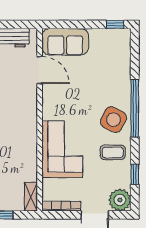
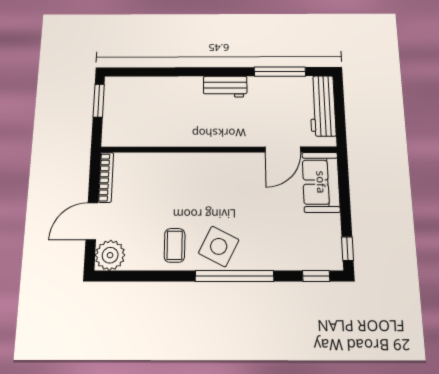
corner sofa: (62, 149) -> (180, 178), removed
window: (135, 174) -> (316, 276), moved
shelving: (31, 197) -> (120, 139), removed

